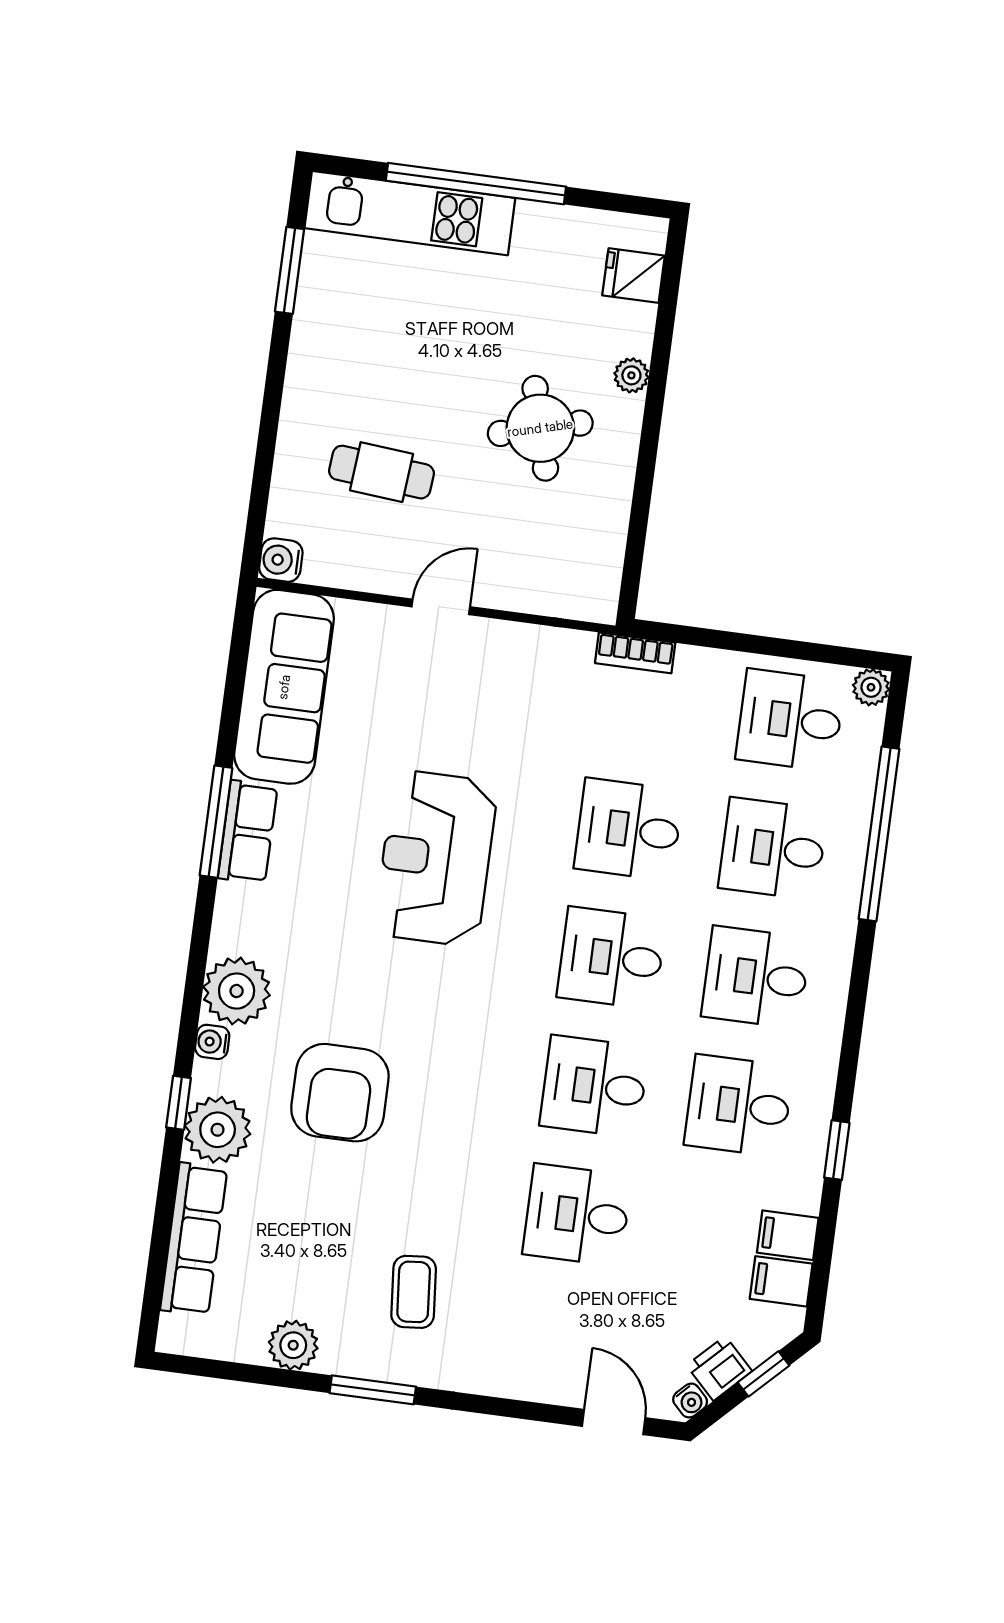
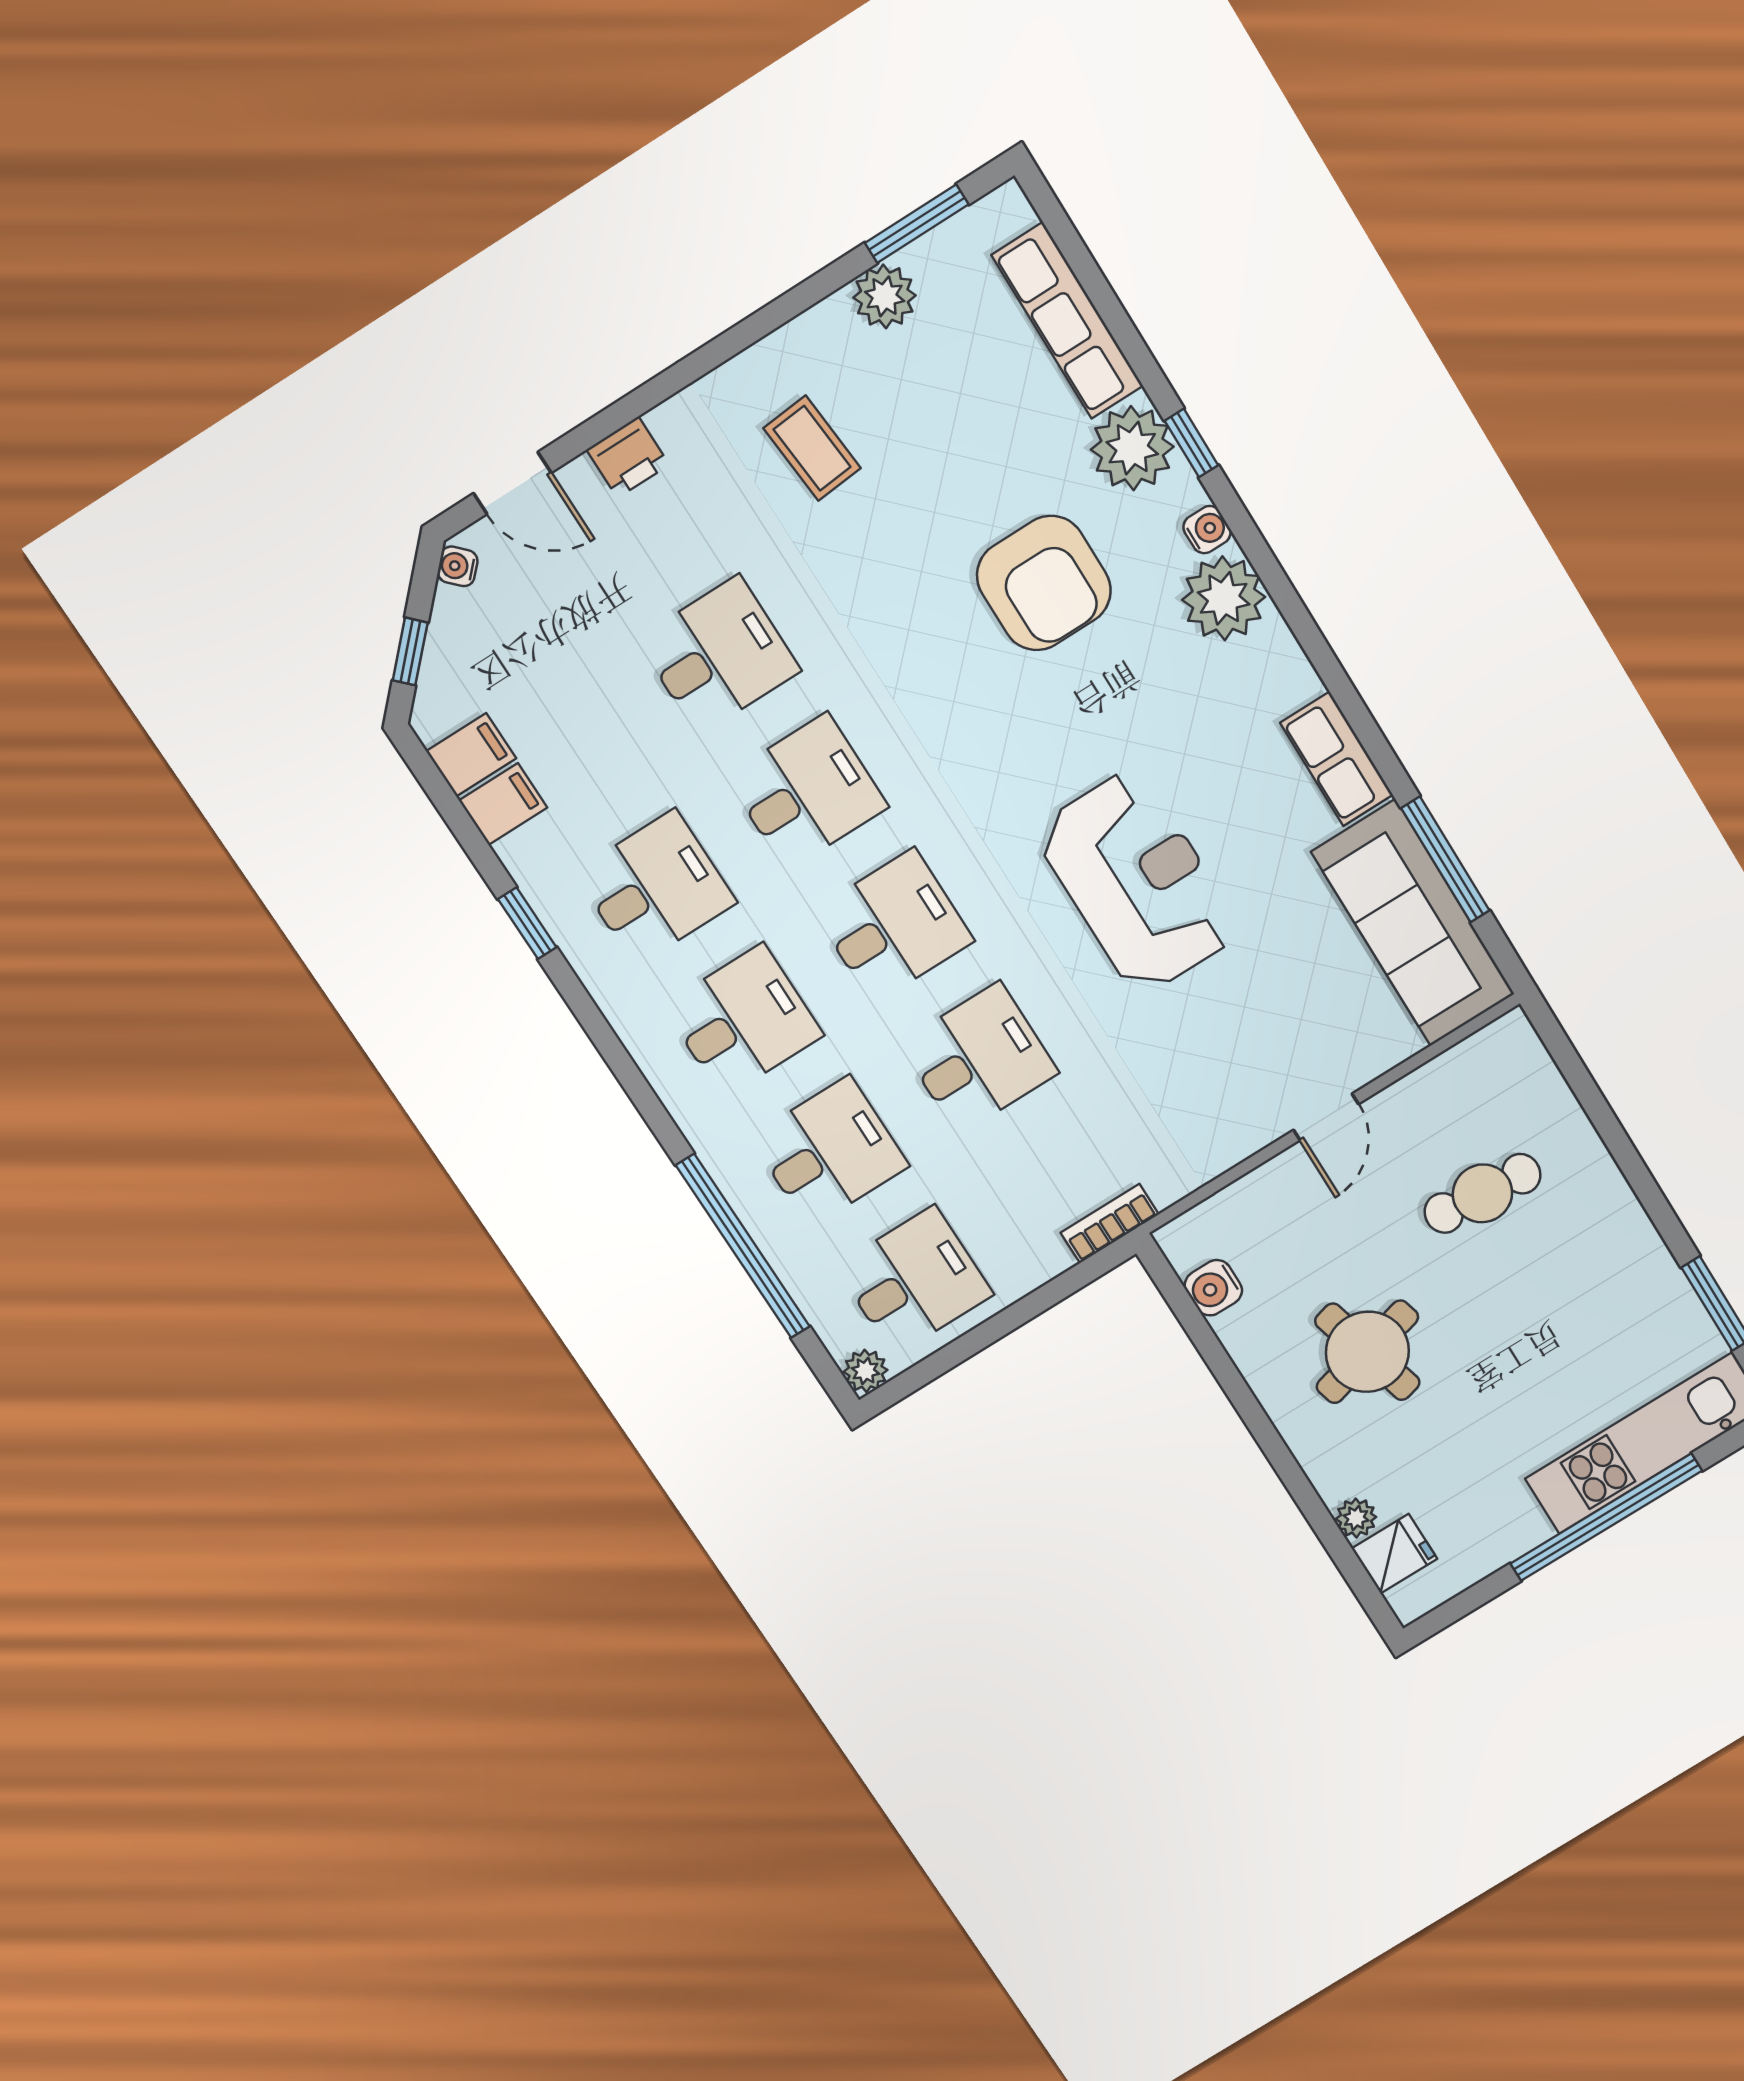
plant: (631, 375) -> (1356, 1518), moved
water cooler: (281, 560) -> (1213, 1288), moved, turned 180
window: (216, 822) -> (1445, 859), moved
armchair: (340, 1093) -> (1044, 583), turned 180
printer: (719, 1368) -> (628, 457), moved, turned 45
window: (373, 1390) -> (917, 224), moved

